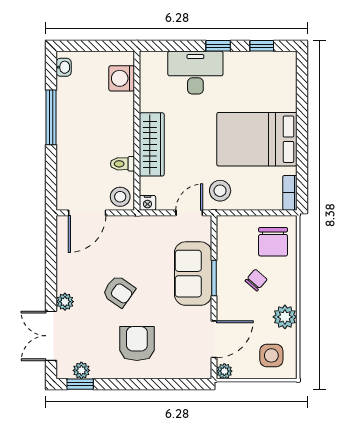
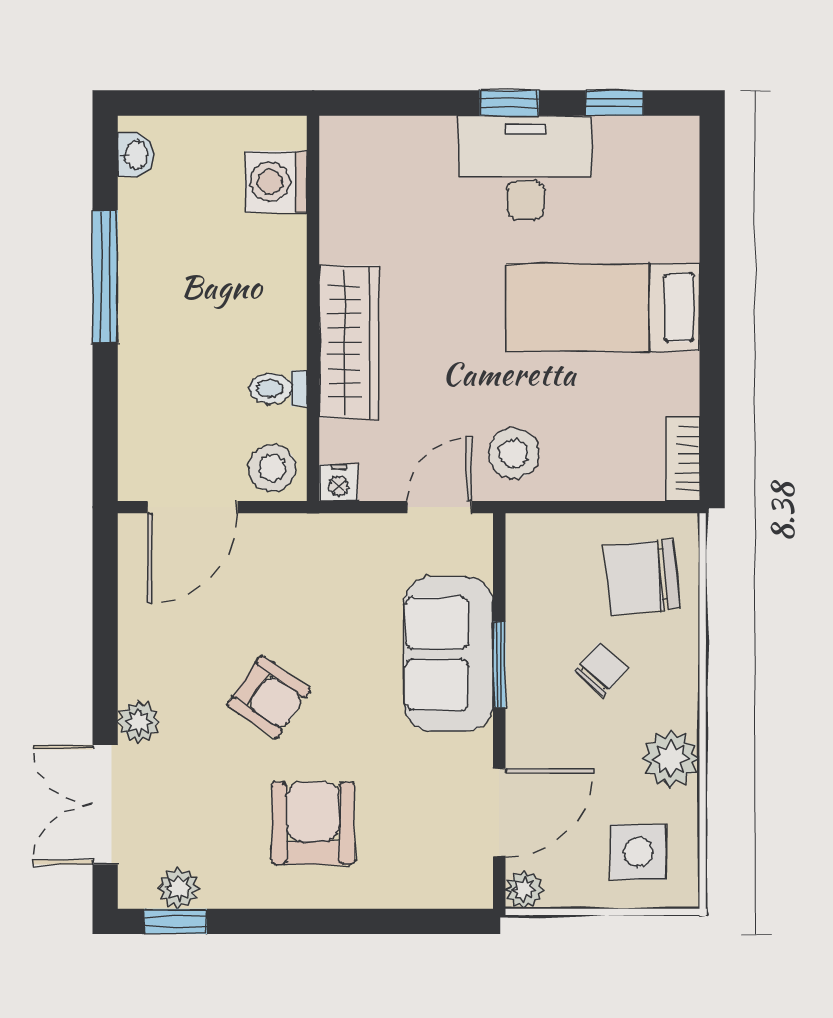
desk: (195, 73) -> (525, 168), moved
bed: (257, 139) -> (603, 307), width x0.67
chair: (273, 242) -> (642, 577), turned 84

